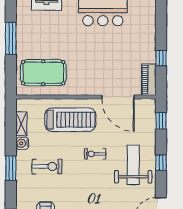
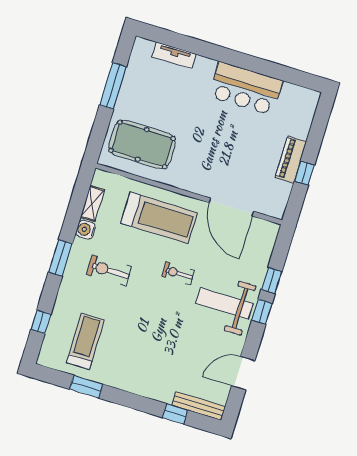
piano: (149, 80) -> (291, 159), moved
window: (161, 121) -> (272, 281), moved
weight bench: (133, 165) -> (224, 303), turned -90
exercise bike: (47, 166) -> (109, 270), turned 180

